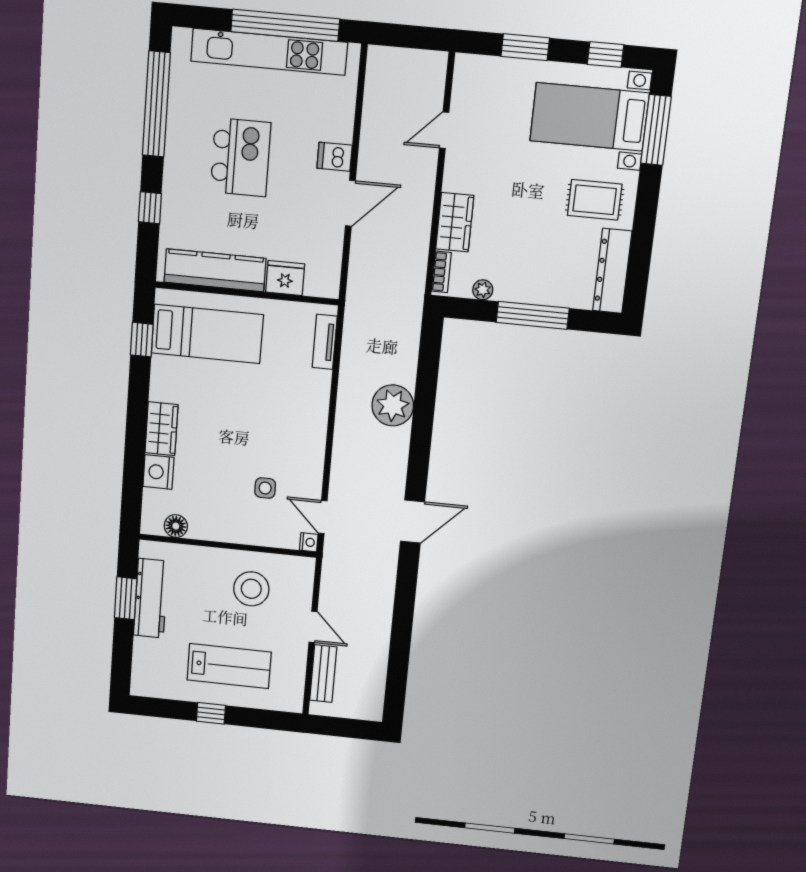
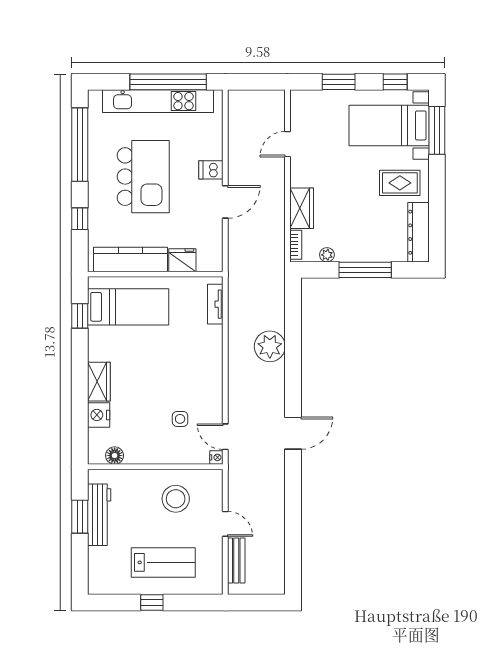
kitchen island: (240, 157) -> (143, 177), width x1.37, depth x1.28

